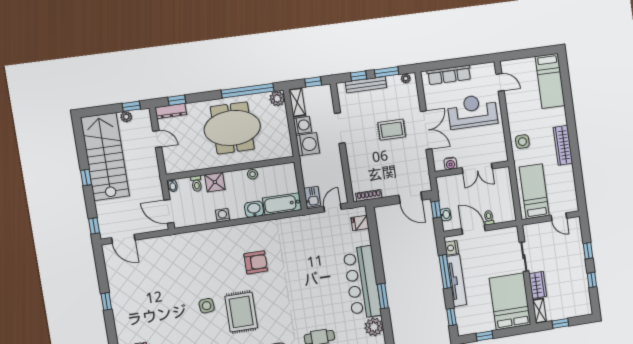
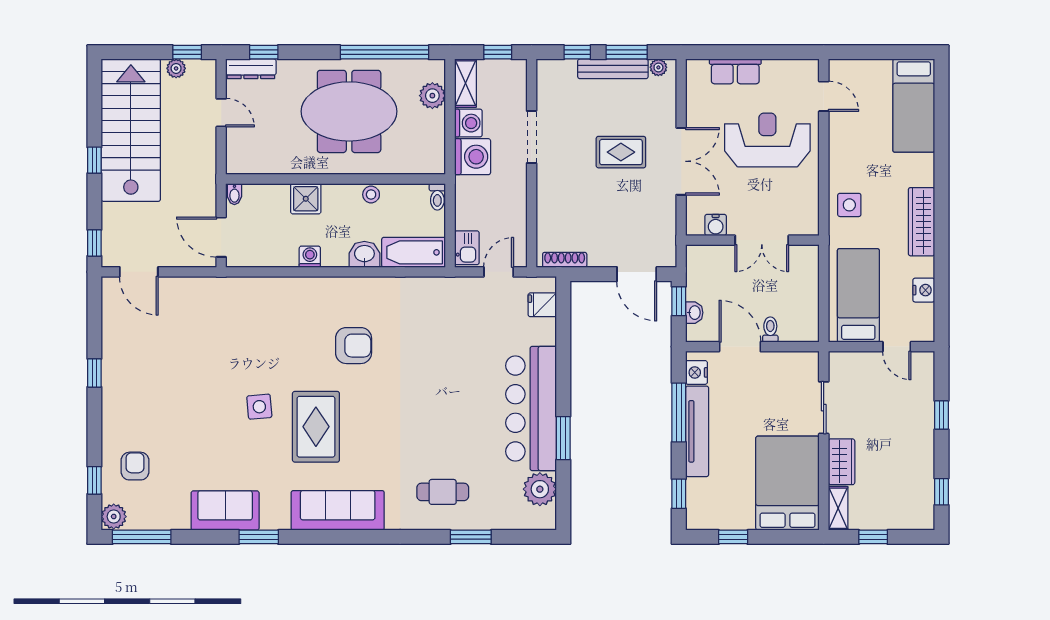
row of seats: (449, 75) -> (735, 71), width x0.68
bench: (366, 85) -> (613, 69), moved
plant: (277, 99) -> (432, 96), moved
nightstand: (569, 183) -> (924, 290), added
toilet: (196, 184) -> (437, 197), moved
window: (592, 280) -> (942, 492), moved

